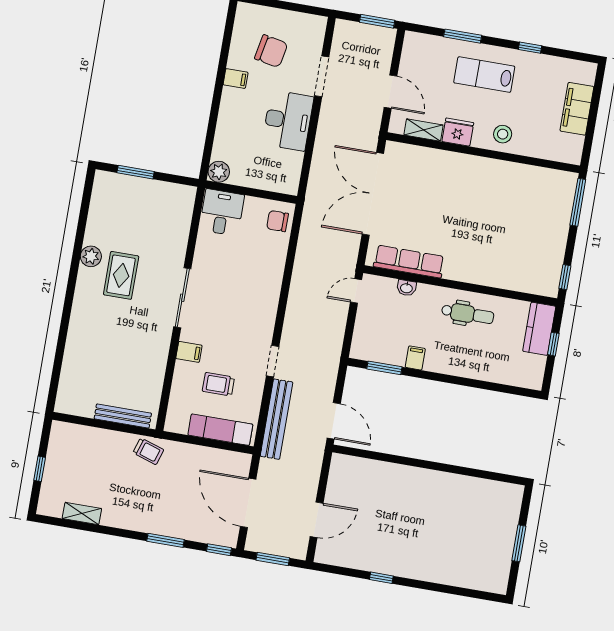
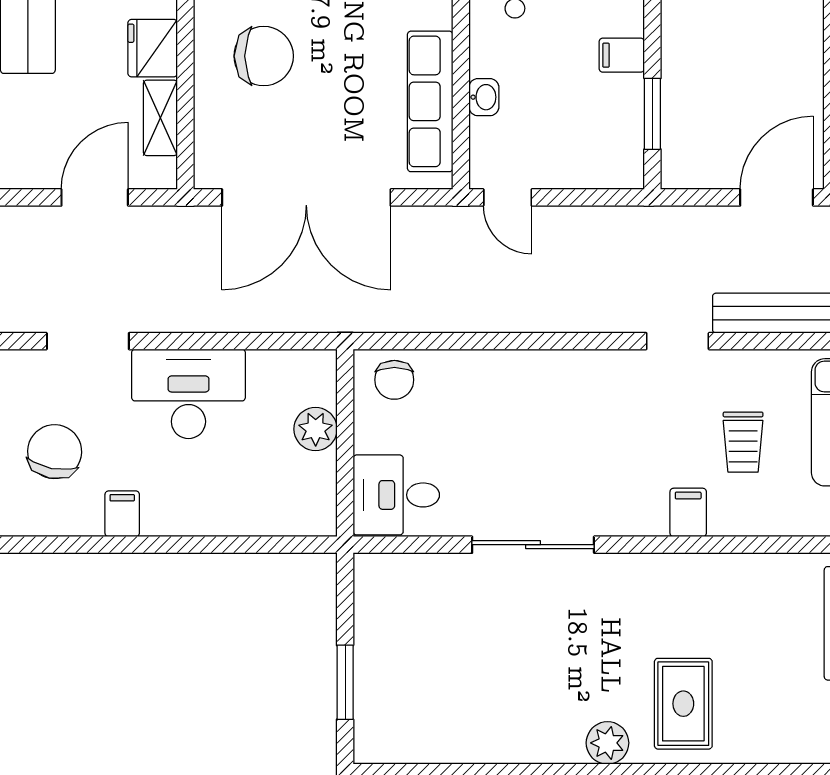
plant: (219, 172) -> (316, 429), moved
chair: (445, 185) -> (264, 56), added
plant: (91, 256) -> (607, 743), moved
rug: (121, 275) -> (683, 704), moved, turned 90
sliding door: (182, 298) -> (533, 545), moved

